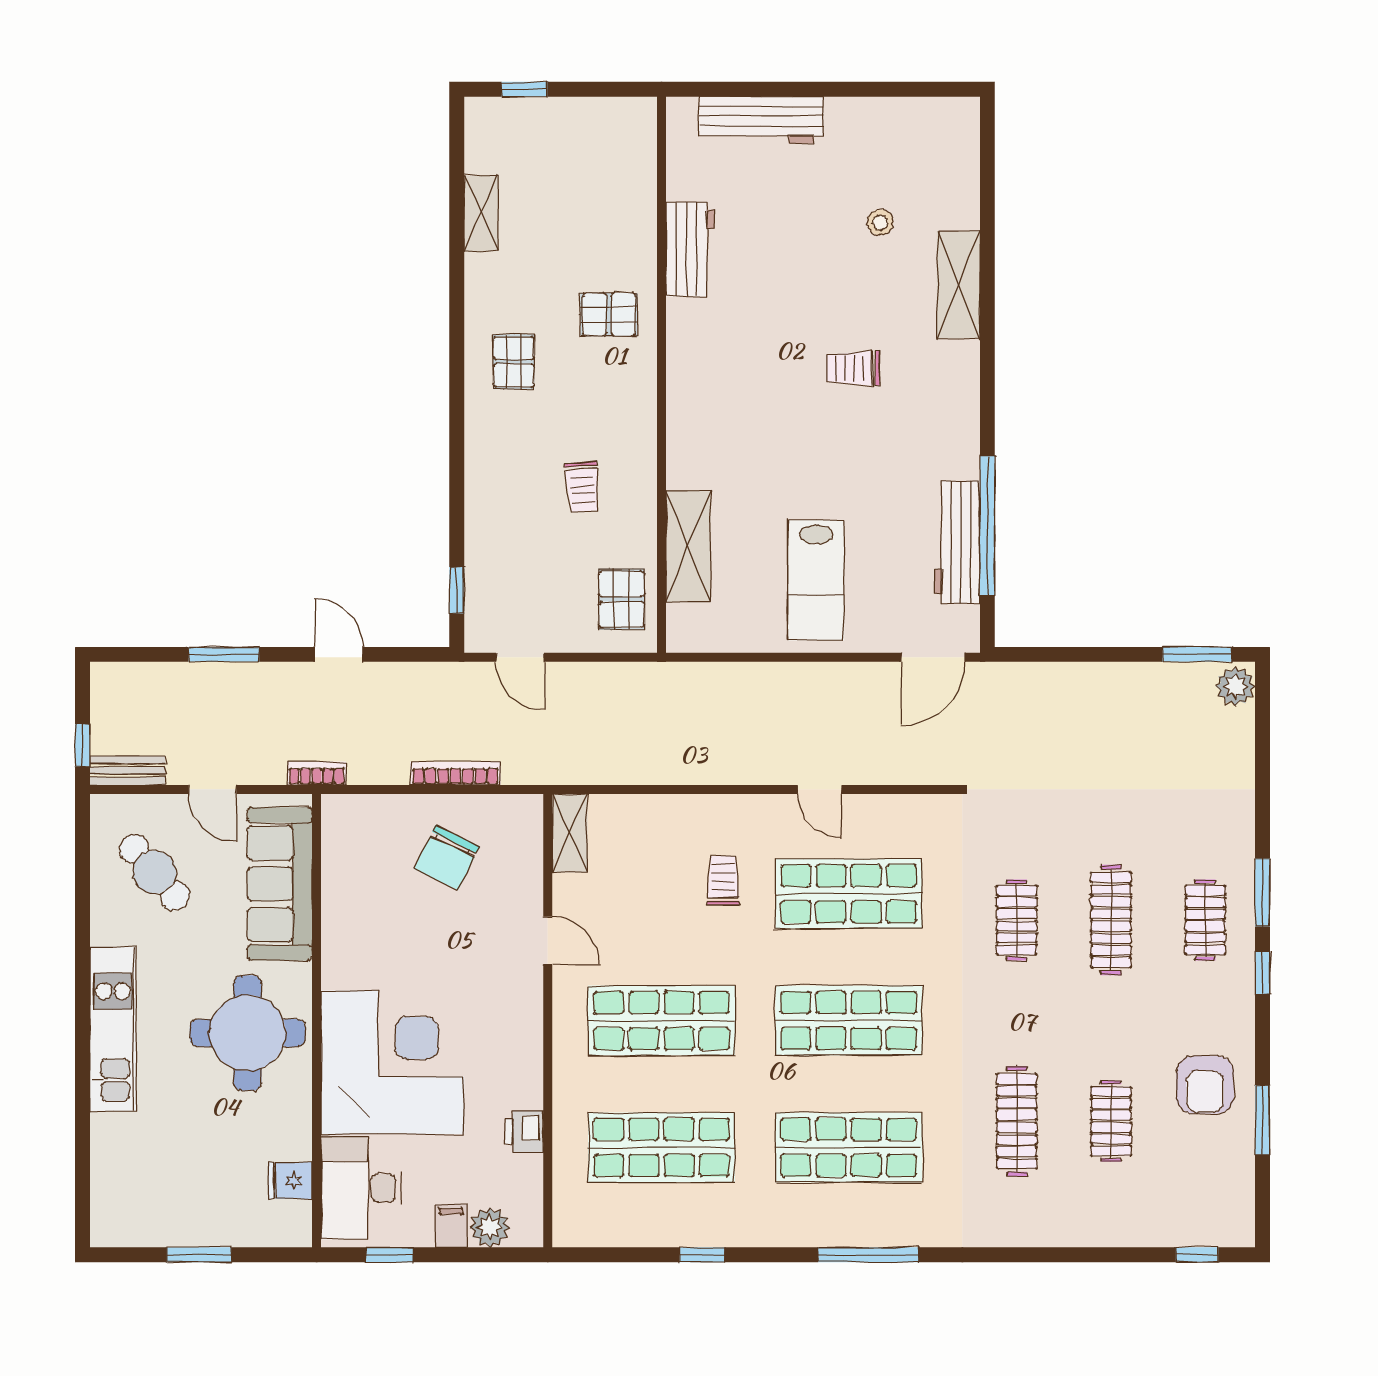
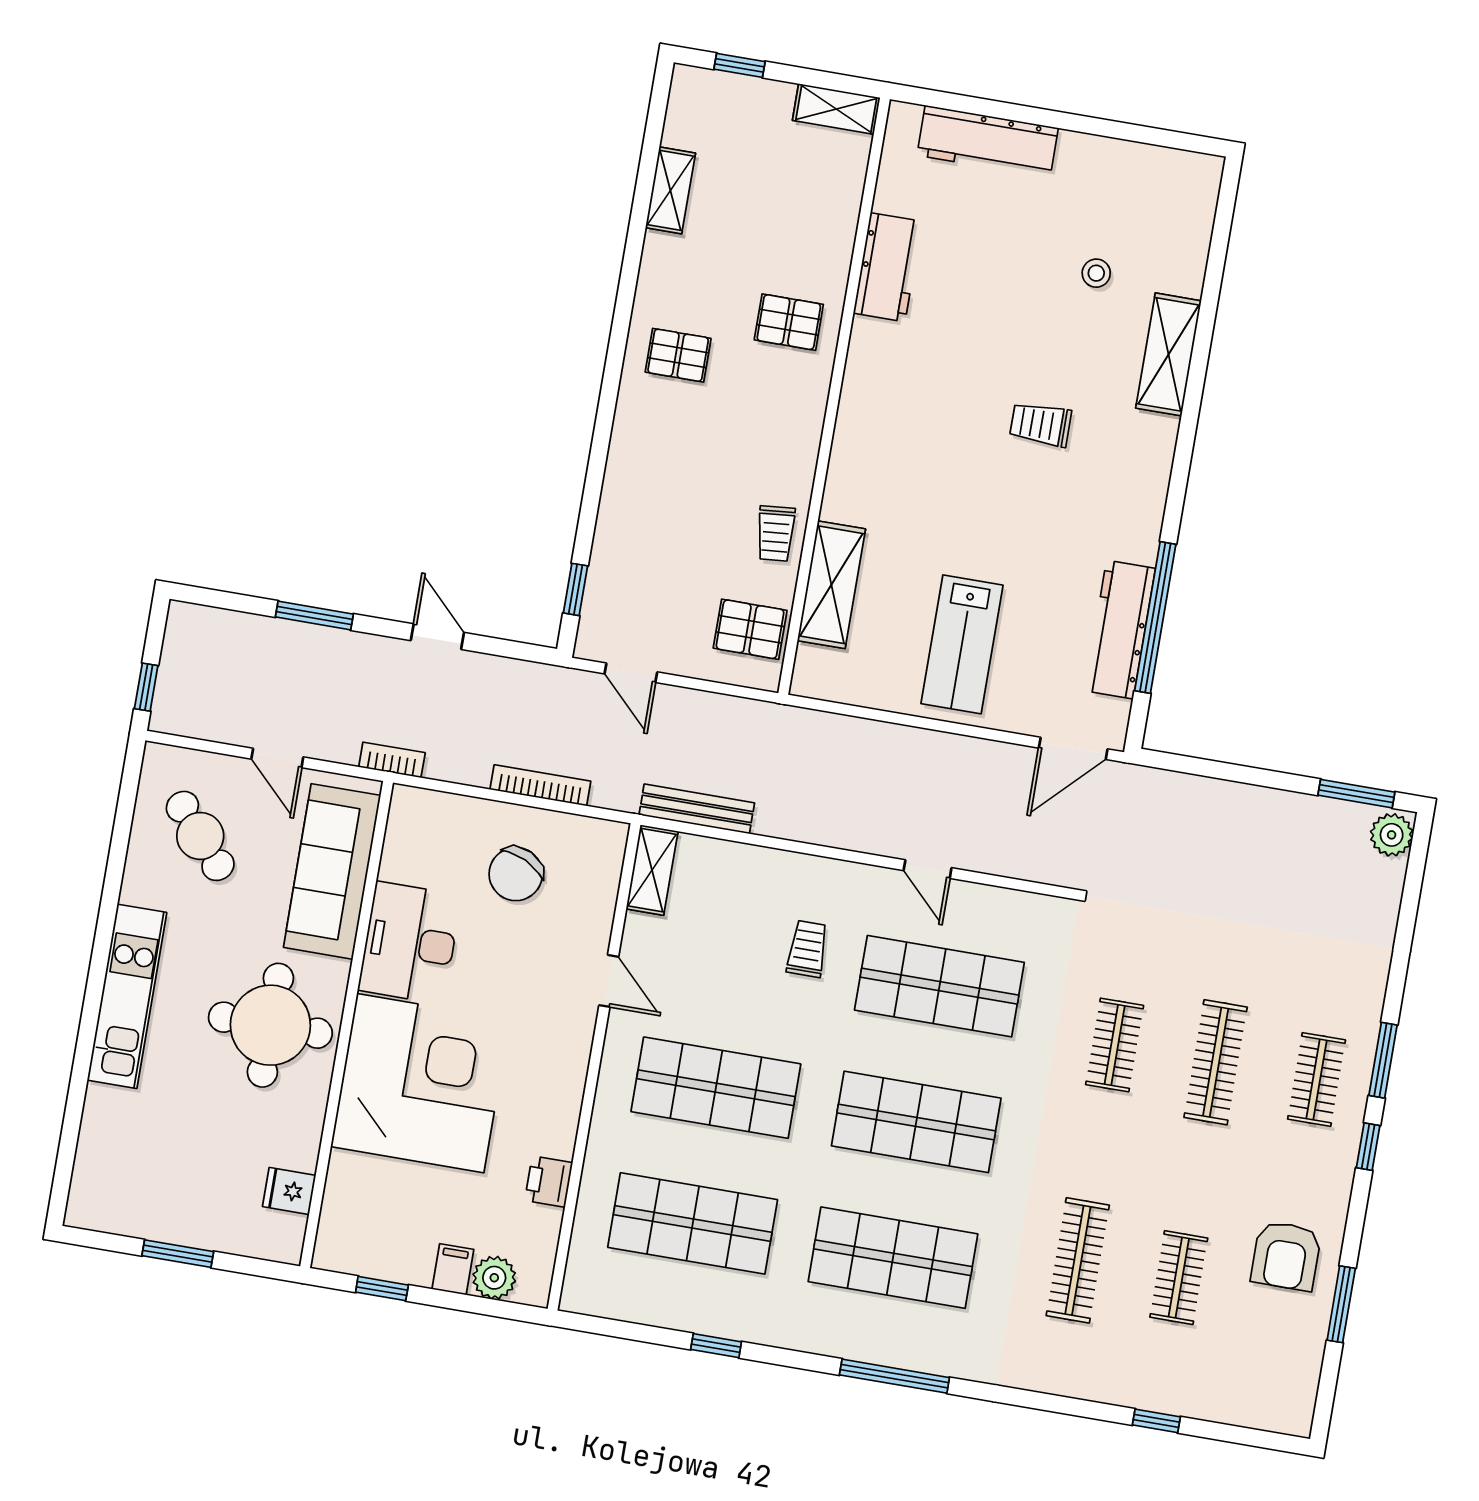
shelving: (619, 114) -> (836, 109), added
pallet: (514, 362) -> (678, 355), turned 90
trolley: (582, 487) -> (776, 534), moved
pallet: (621, 599) -> (750, 629), turned 90
bench: (128, 771) -> (697, 809), moved, width x1.36
desk: (361, 1188) -> (410, 943), moved
window: (1197, 1255) -> (1156, 1421), moved

